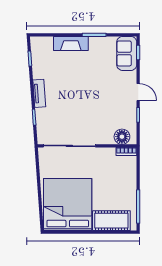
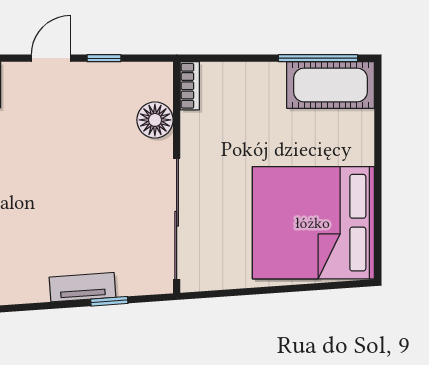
tv unit: (39, 93) -> (83, 287), moved
floor lamp: (122, 137) -> (155, 120), moved
cot: (111, 221) -> (330, 85), moved, turned 90

